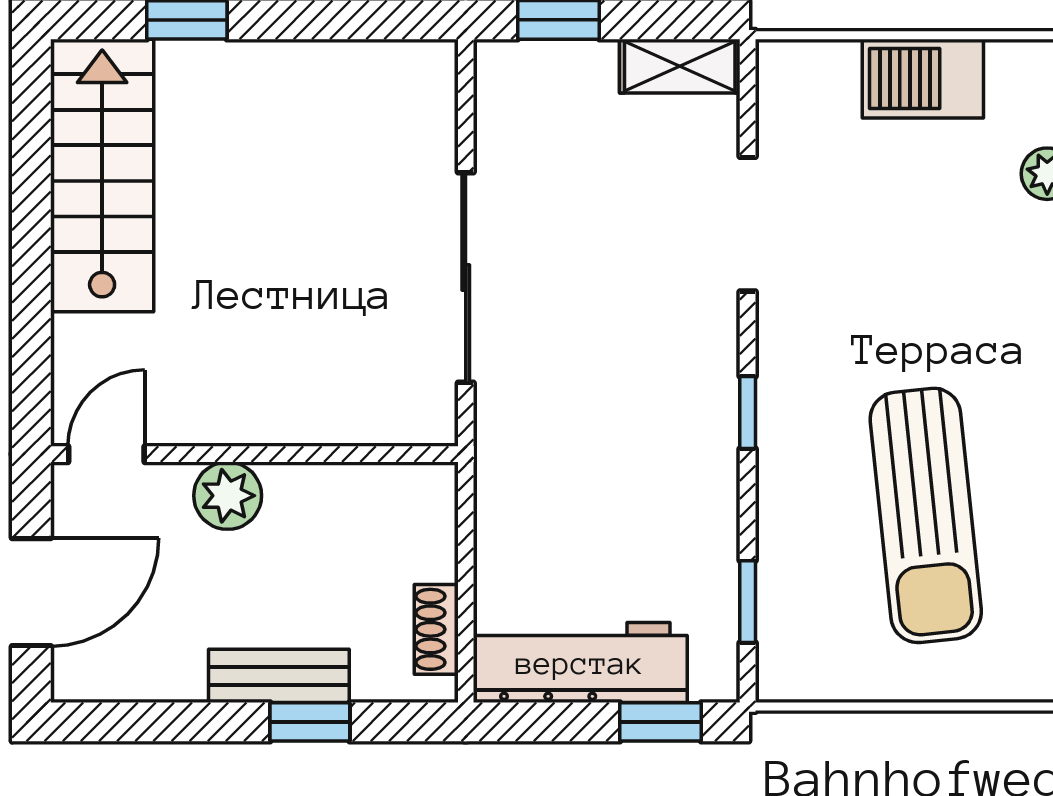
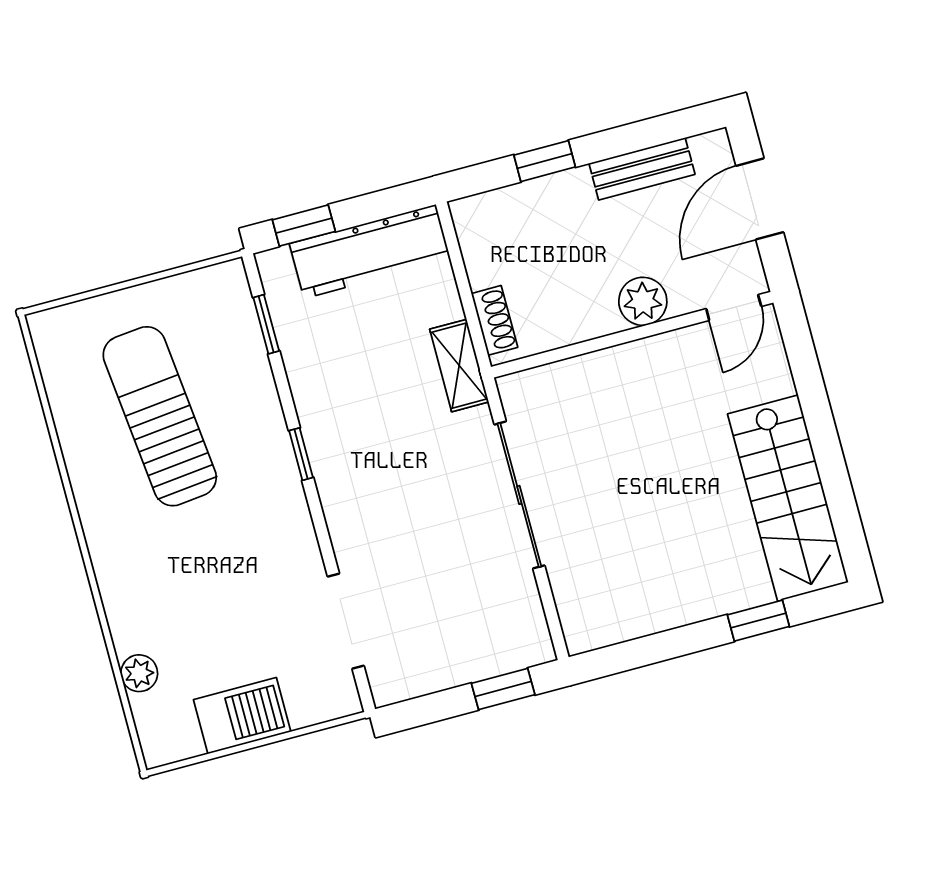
shelving: (680, 66) -> (459, 366), moved, turned 90
doorway: (748, 224) -> (346, 621), moved
shoe rack: (436, 629) -> (494, 320), moved
bench: (279, 676) -> (642, 169), moved

